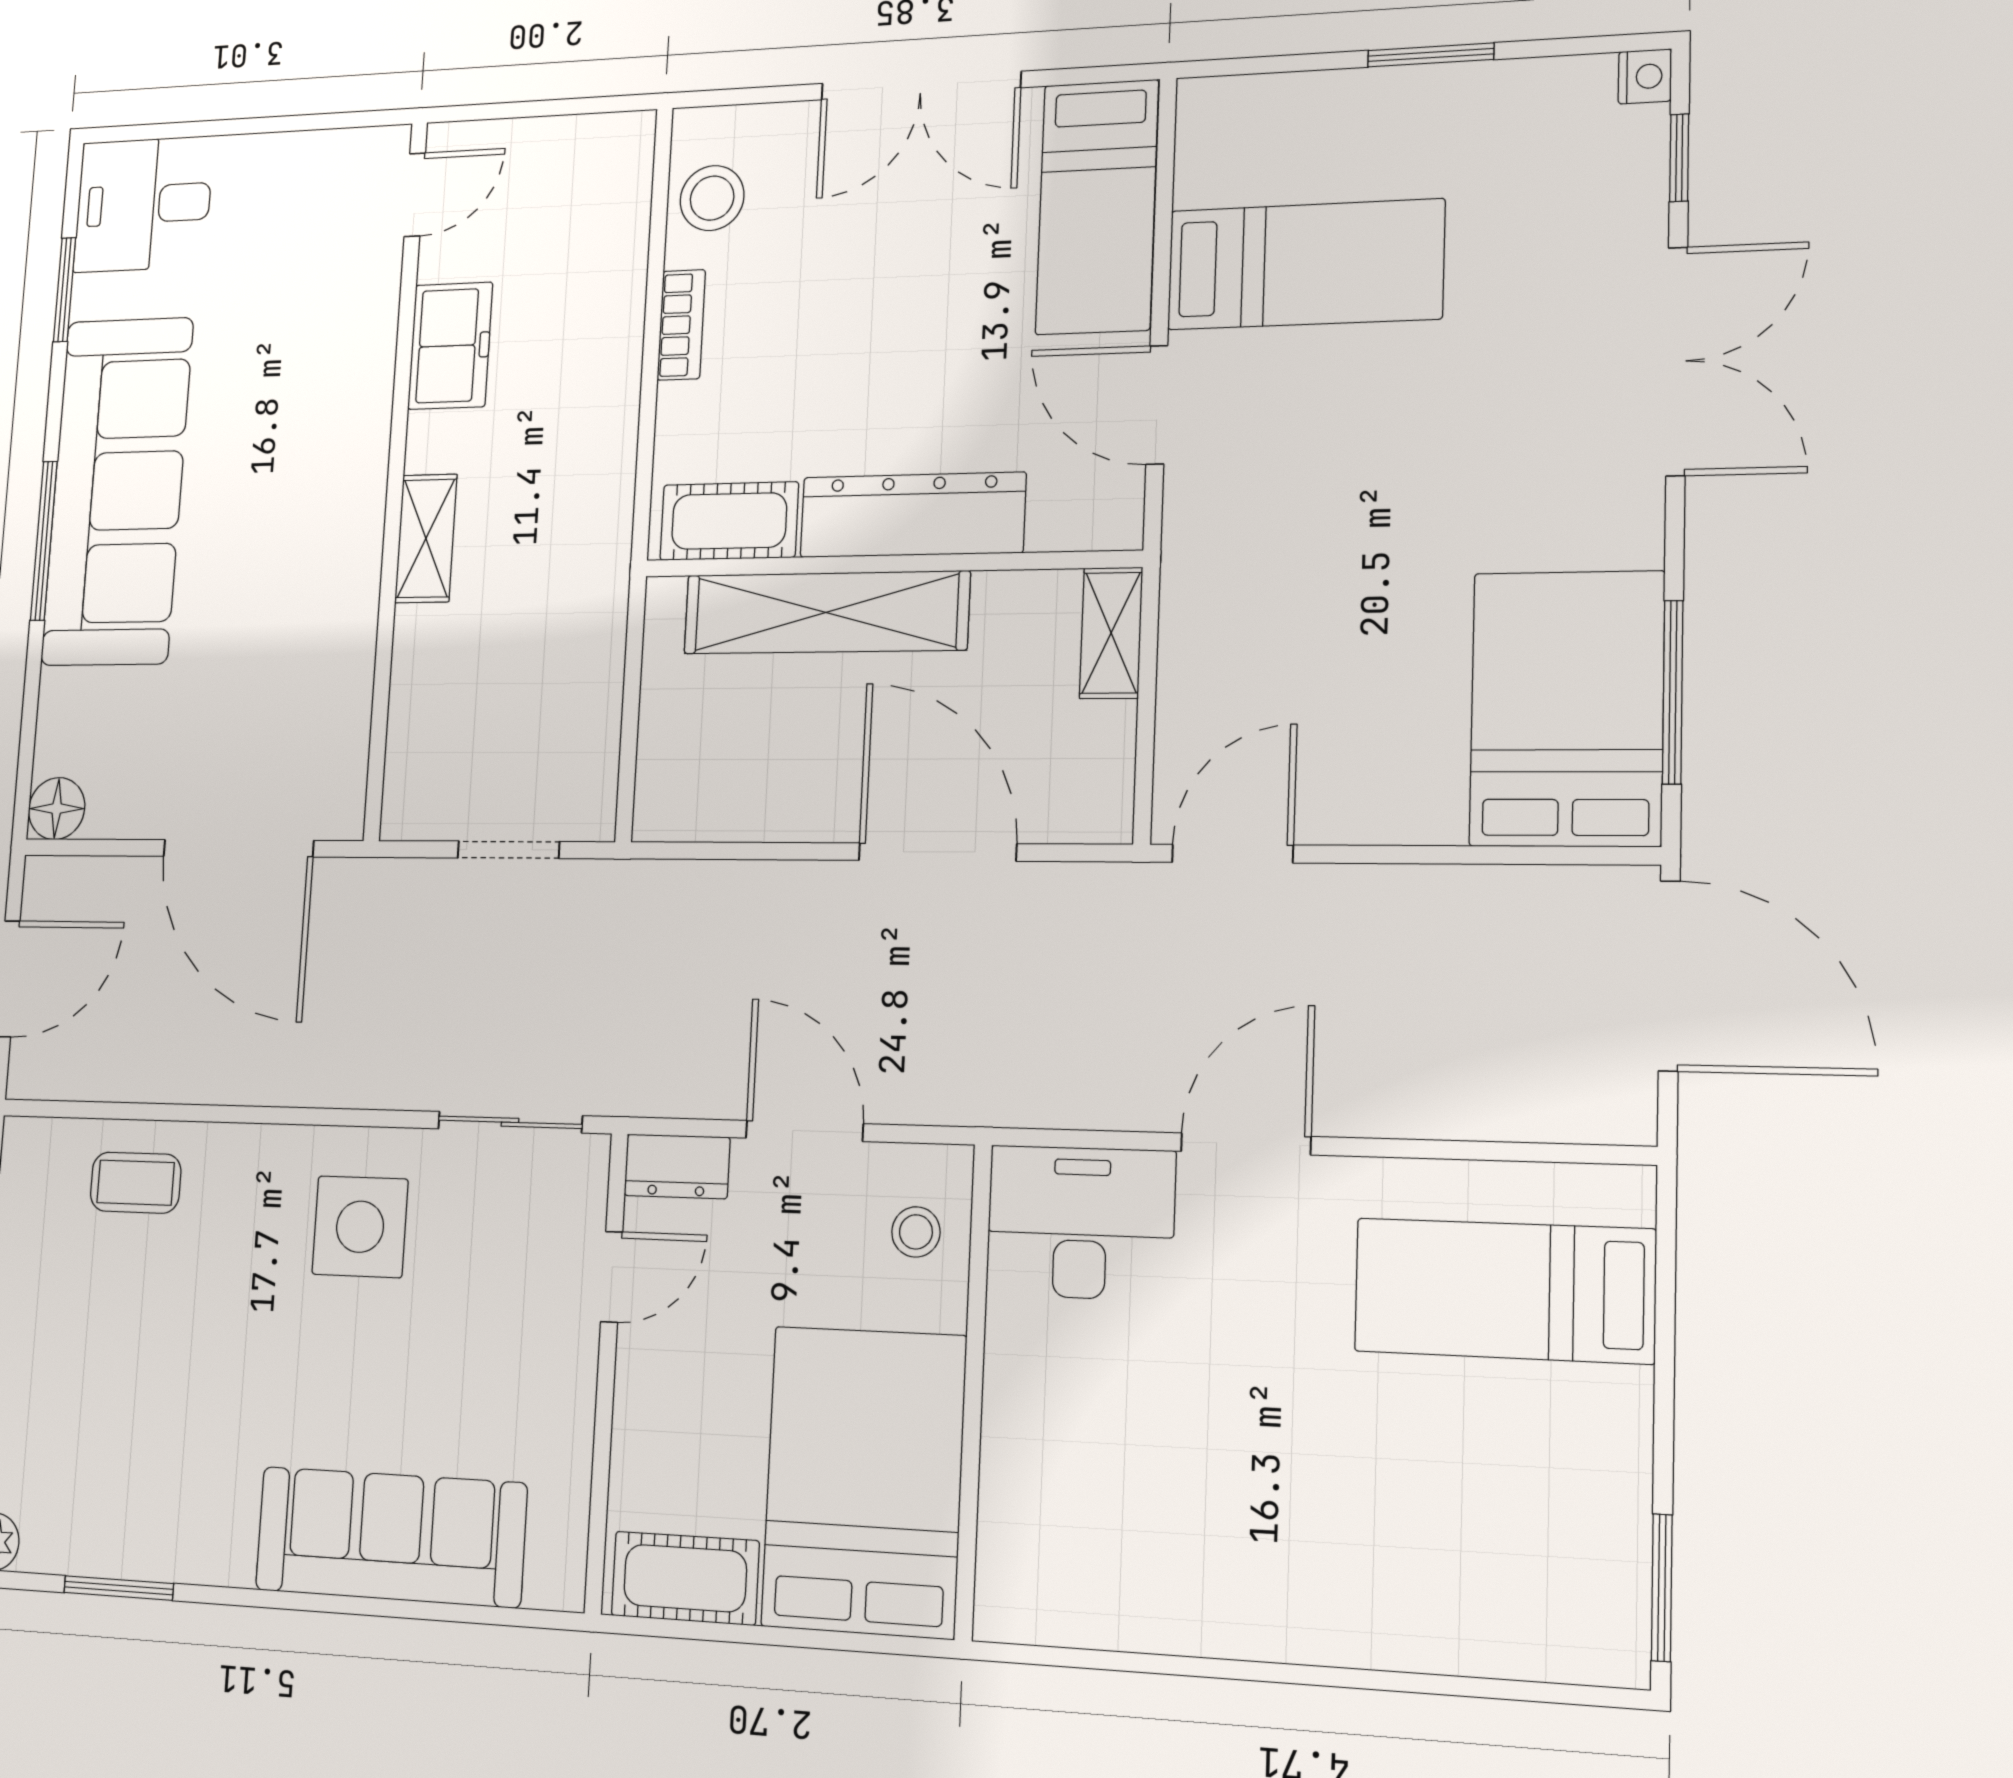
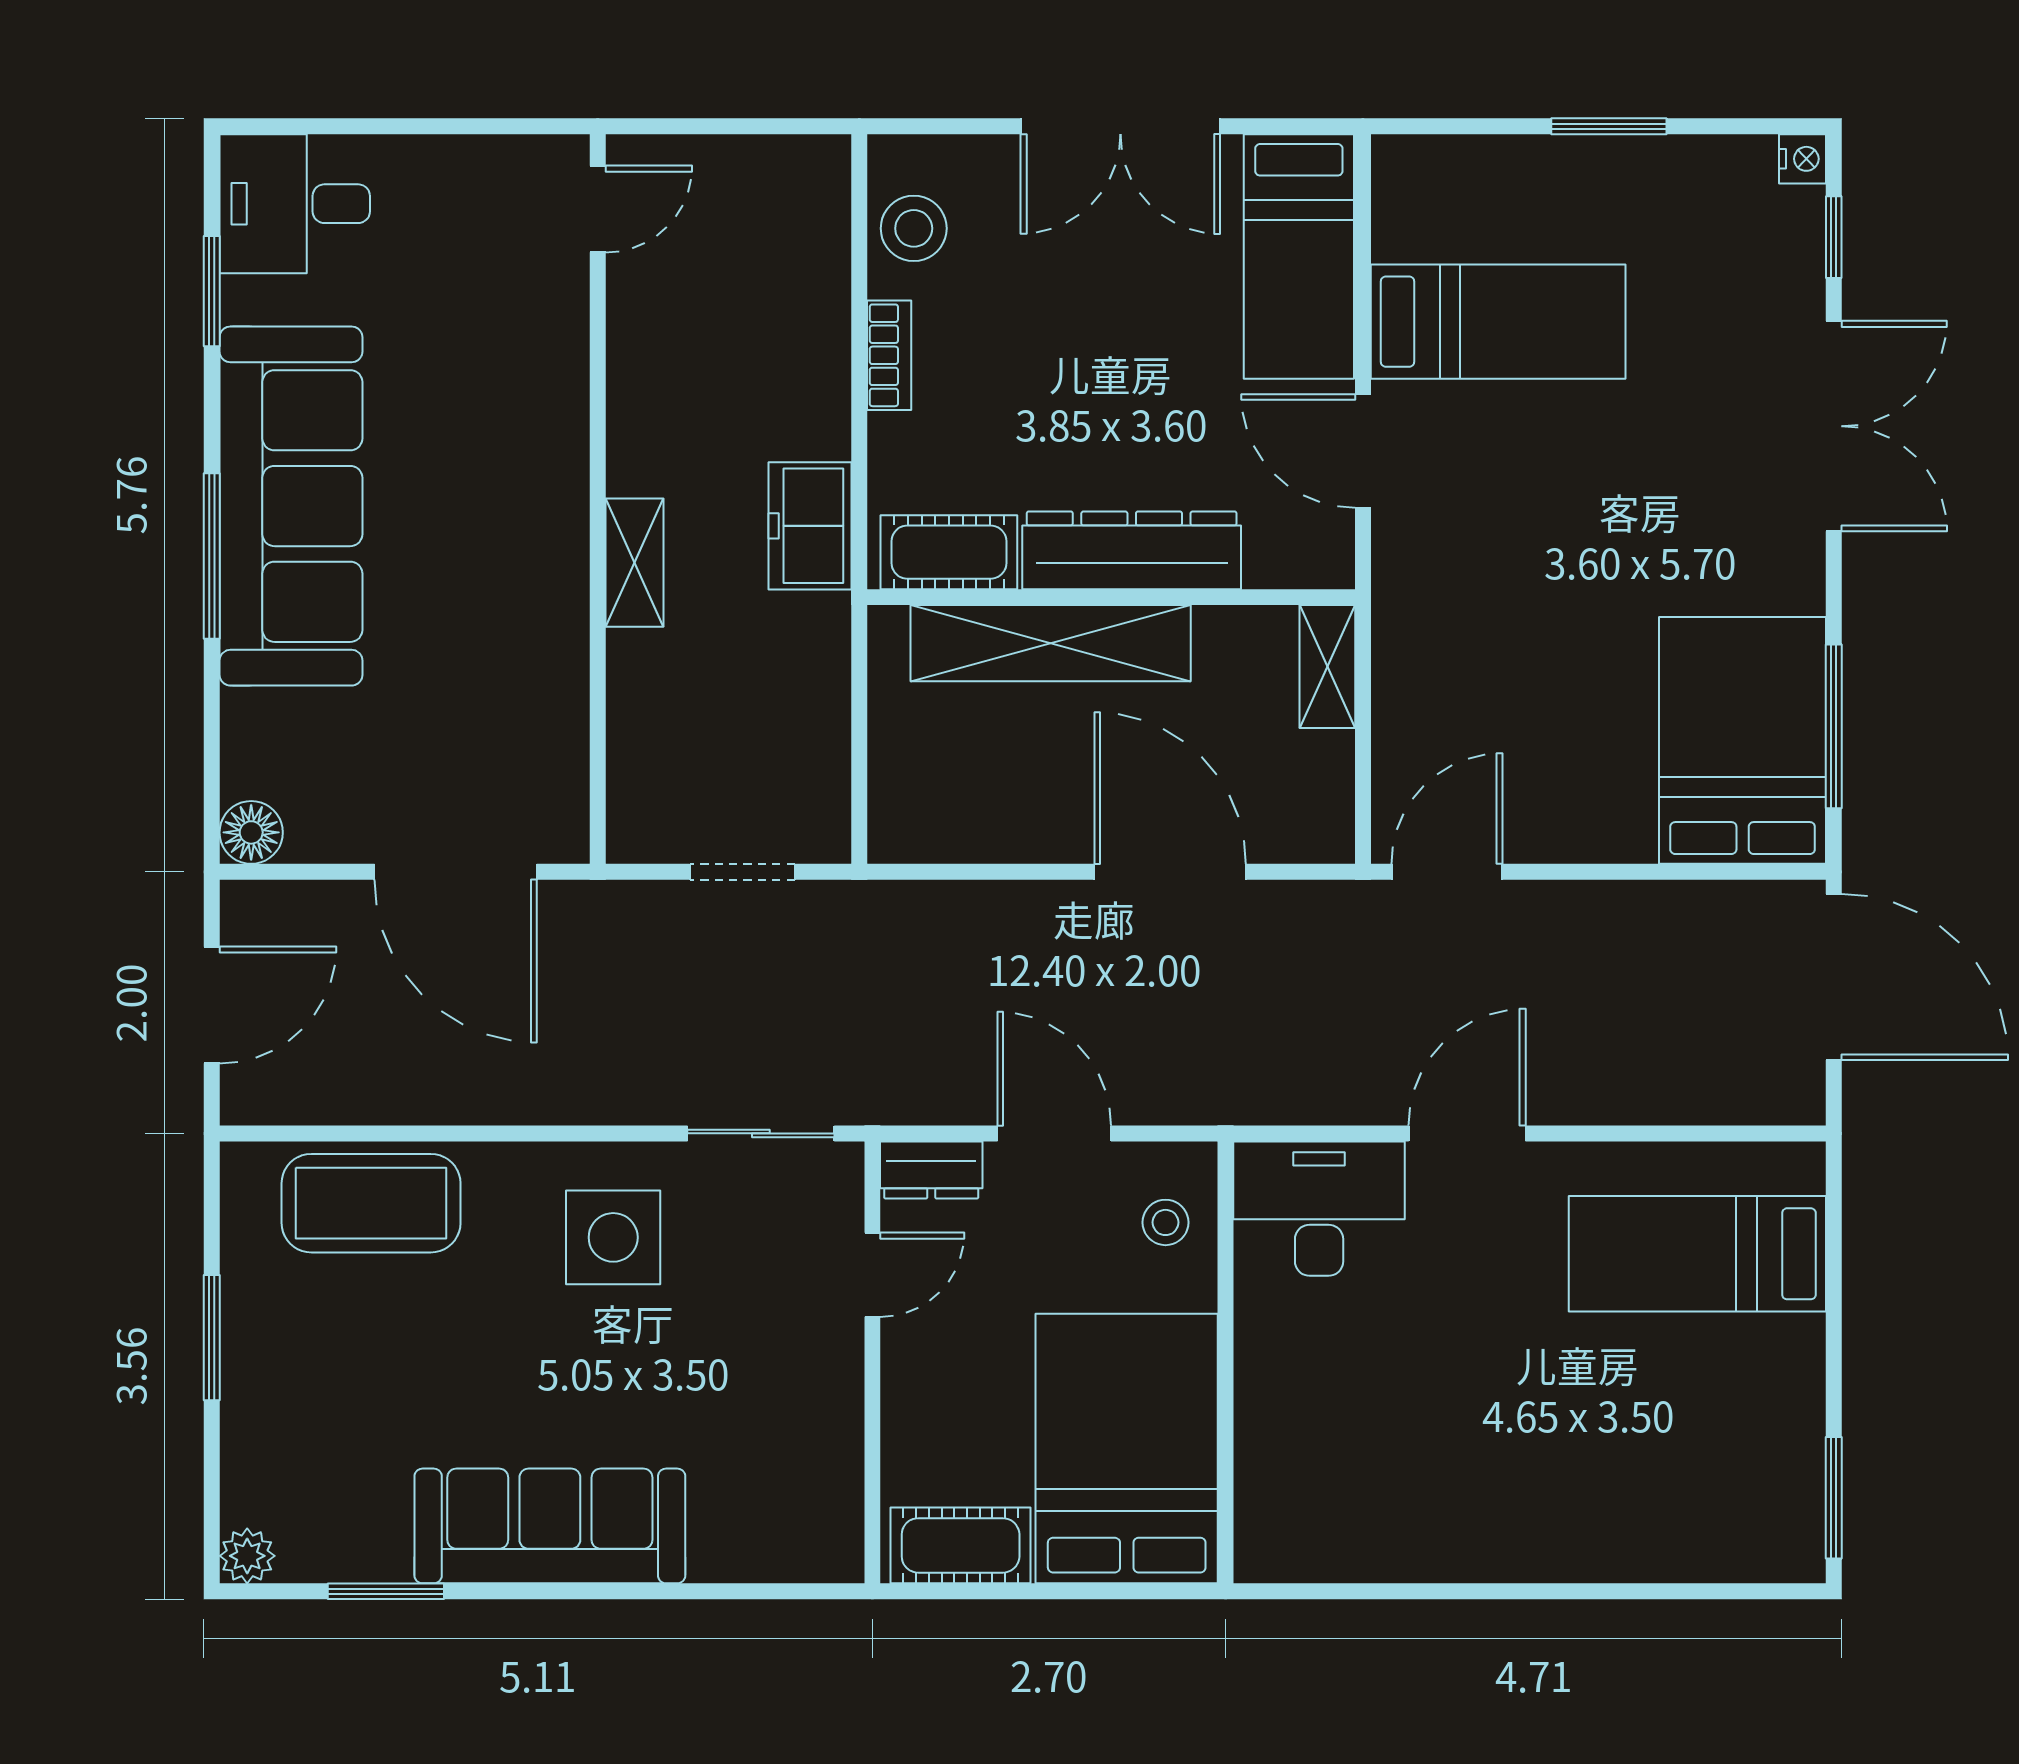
freezer: (450, 346) -> (810, 526), moved, turned 180
coffee table: (136, 1183) -> (371, 1203), width x1.86, depth x1.72
sofa: (391, 1537) -> (550, 1526), moved

